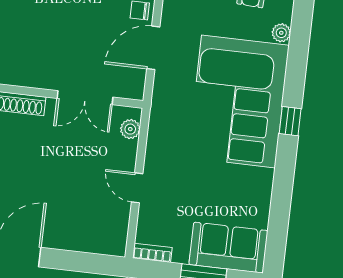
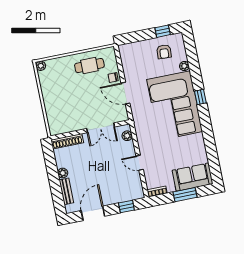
door: (153, 48) -> (125, 93), hinge flipped
window: (290, 121) -> (200, 97), moved
window: (85, 262) -> (126, 206), added

